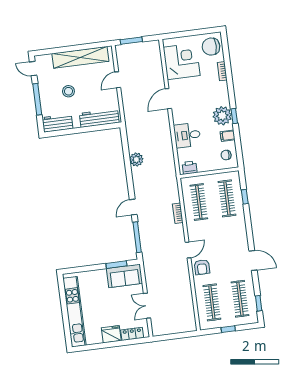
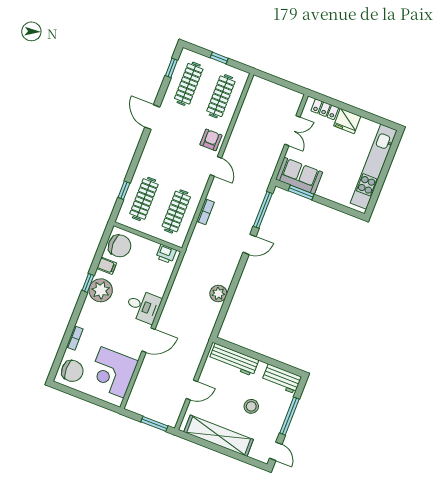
desk: (187, 135) -> (143, 306), moved
chair: (226, 155) -> (120, 246), width x1.87, depth x1.87
door: (188, 250) -> (216, 166), swing flipped

